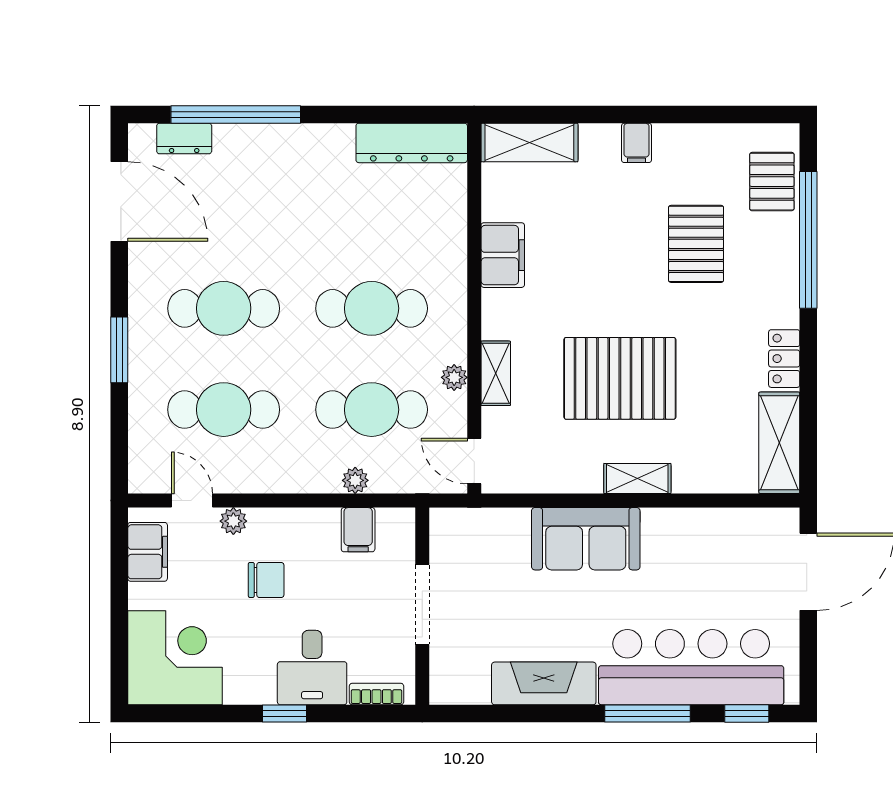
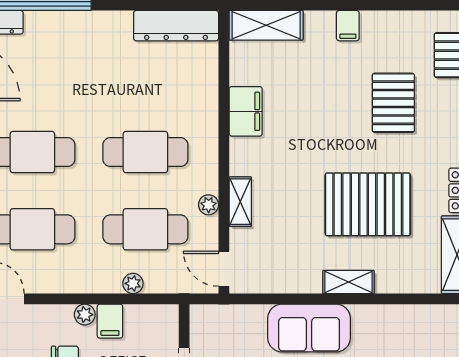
pallet: (620, 378) -> (368, 204), moved
plant: (233, 521) -> (85, 315), moved
filing cabinet: (358, 530) -> (110, 321), moved

